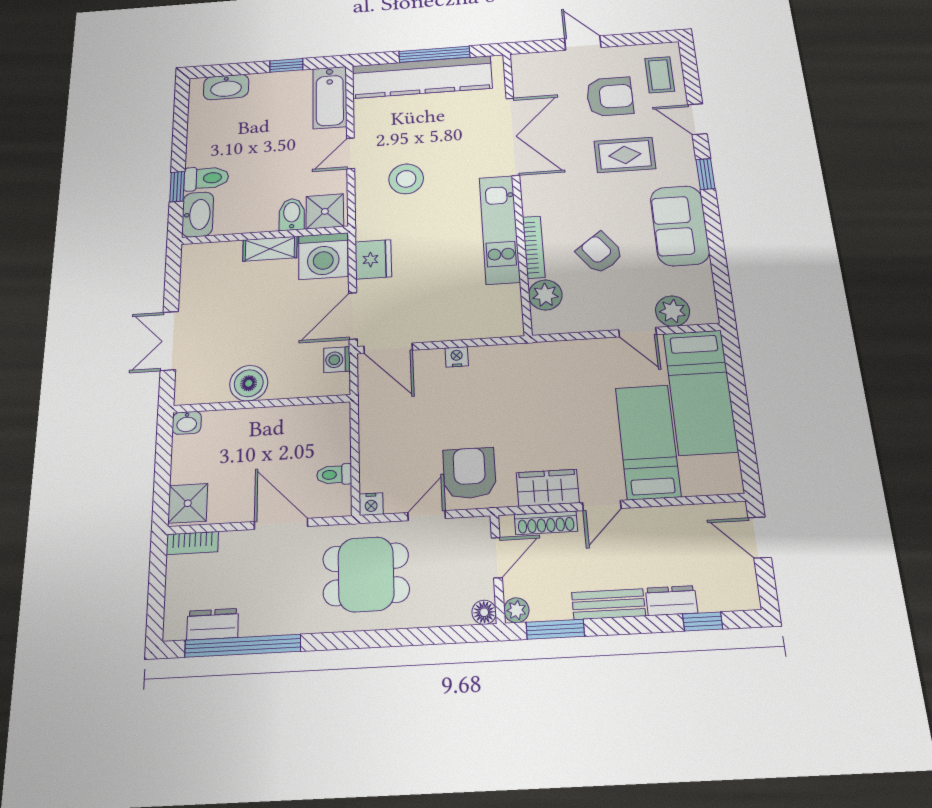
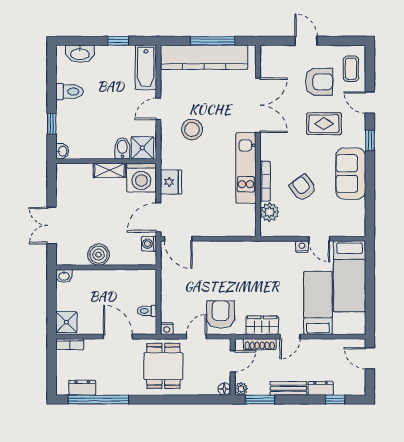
toilet: (206, 178) -> (69, 92), moved
washbasin: (198, 215) -> (62, 151), width x0.52, depth x0.69
plant: (673, 311) -> (340, 227), removed
nightstand: (457, 357) -> (302, 247), moved
dining table: (366, 574) -> (163, 366), turned 90

